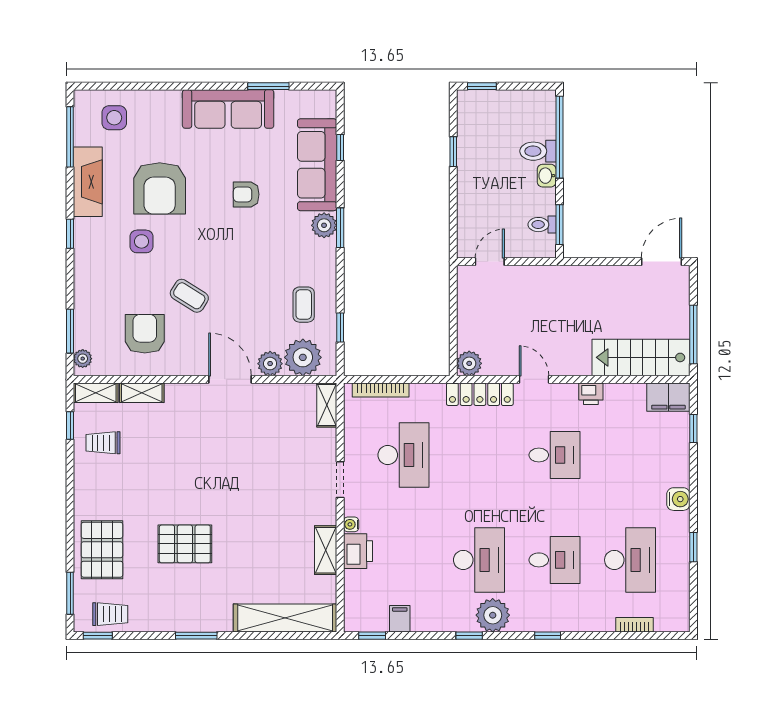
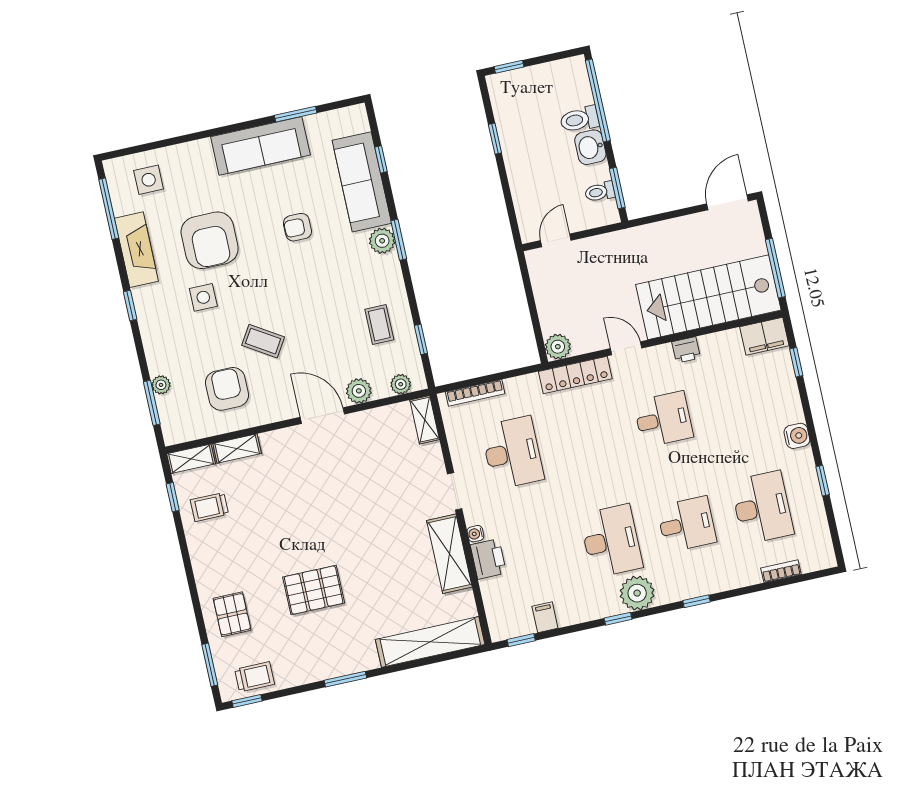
washbasin: (547, 176) -> (590, 147), width x1.38, depth x1.45
plant: (303, 357) -> (401, 384), width x0.53, depth x0.53
stairs: (641, 357) -> (708, 297), width x1.36, depth x1.51
plant: (83, 359) -> (161, 385), moved
pallet: (102, 550) -> (232, 614), width x0.67, depth x0.71
shelving: (326, 550) -> (449, 554), width x1.50, depth x1.33

